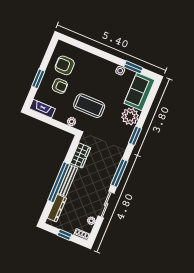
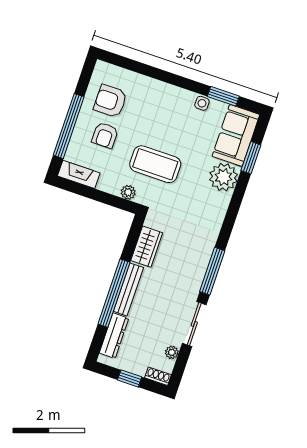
window: (38, 79) -> (69, 126), width x2.11
armchair: (60, 86) -> (105, 135), turned 90
window: (135, 136) -> (251, 158), moved

